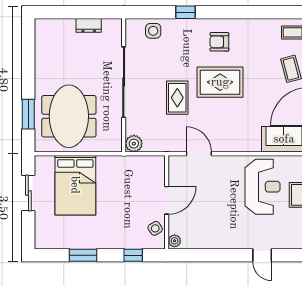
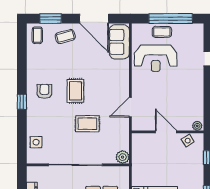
window: (186, 12) -> (22, 102), moved
armchair: (219, 42) -> (44, 91), turned 180
rug: (220, 82) -> (75, 91), width x0.73, depth x0.70
reception desk: (263, 187) -> (156, 58), turned 180

